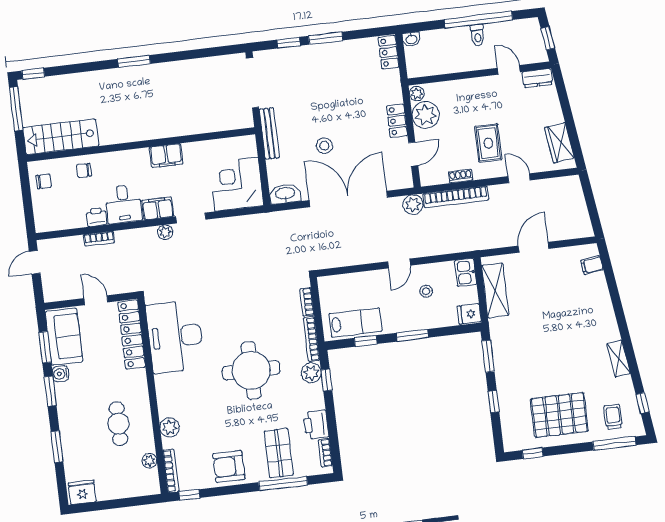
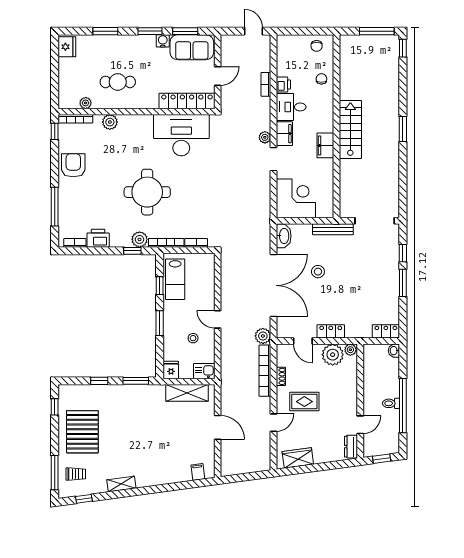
stairs: (61, 137) -> (350, 129), moved
shop shelf: (279, 453) -> (79, 206), removed

